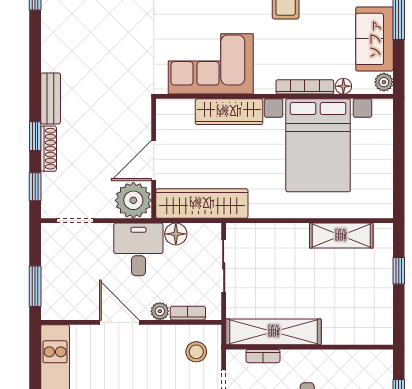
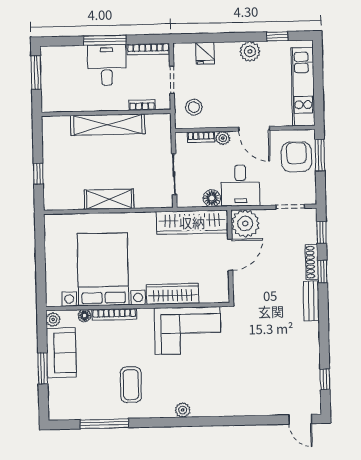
shelving: (341, 236) -> (109, 199), moved
armchair: (65, 285) -> (296, 157), added
shelving: (274, 332) -> (108, 125), moved

